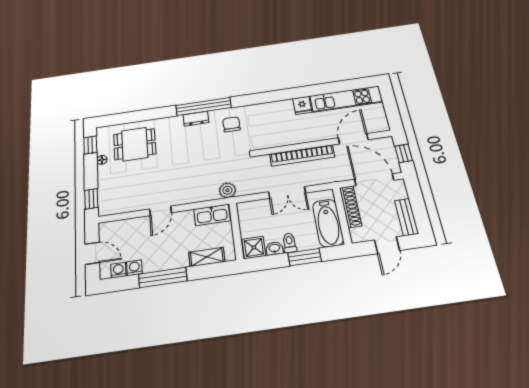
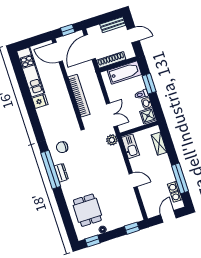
door: (353, 139) -> (58, 52), moved
double door: (287, 192) -> (112, 115), moved
window: (163, 278) -> (180, 178), moved

